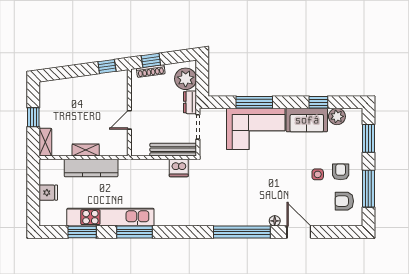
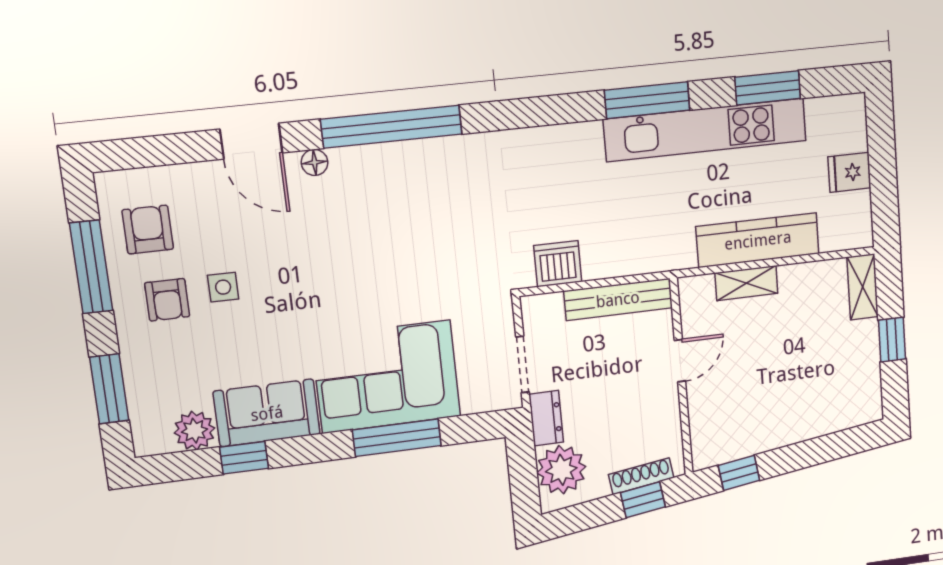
shelving: (86, 150) -> (746, 283), moved
bench: (173, 150) -> (618, 299), moved
armchair: (344, 201) -> (148, 230), turned -90

